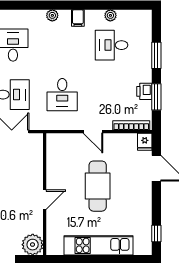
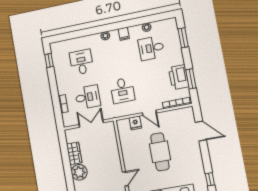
window: (156, 55) -> (183, 38), moved
printer: (144, 91) -> (179, 77), width x1.87, depth x1.48
fridge: (145, 142) -> (135, 123), moved
door: (45, 200) -> (125, 179), moved

